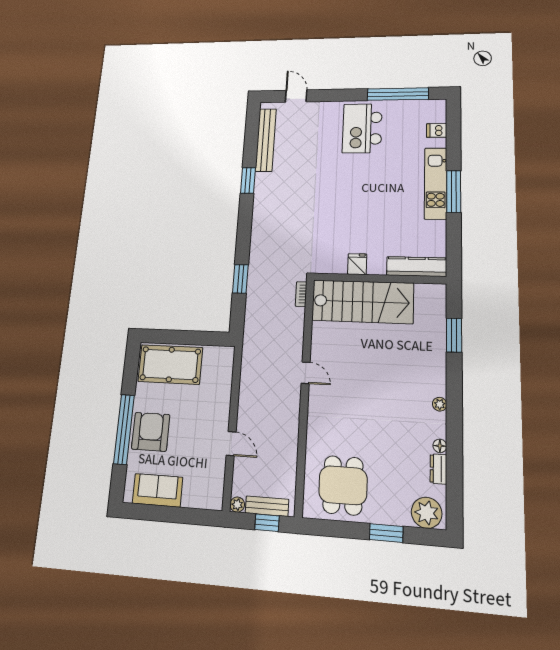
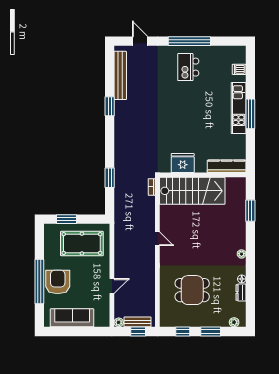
window: (398, 94) -> (189, 41), moved
kitchen island: (362, 128) -> (188, 67), width x0.73, depth x0.78
fridge: (357, 264) -> (183, 163), width x1.88, depth x1.34
window: (173, 337) -> (67, 219), added
pool table: (170, 364) -> (82, 244), moved
door: (231, 444) -> (112, 286), hinge flipped
dining table: (343, 485) -> (192, 290), moved, turned 90
sofa: (157, 490) -> (72, 318), width x1.36
plant: (427, 513) -> (234, 322), width x0.53, depth x0.53
window: (340, 529) -> (183, 332), added

